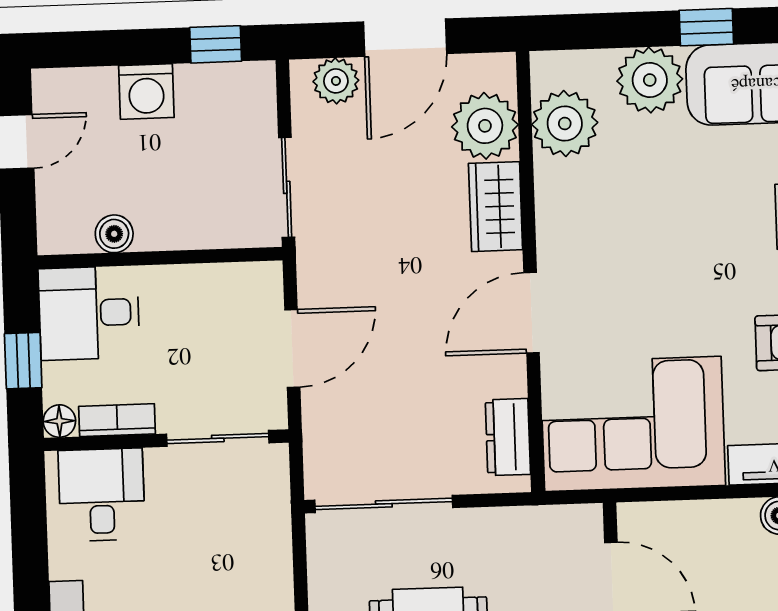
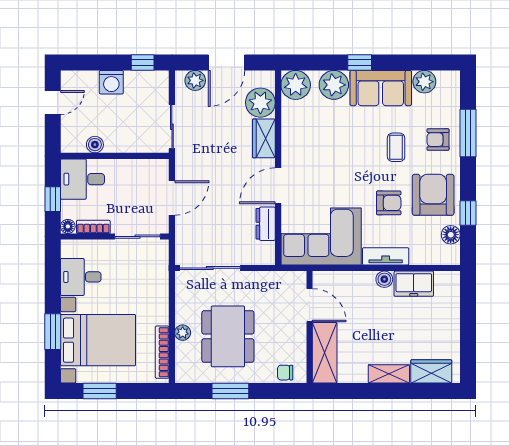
plant: (565, 123) -> (296, 85), moved
dresser: (508, 437) -> (266, 224), moved
desk: (102, 495) -> (81, 277), moved, turned -90

